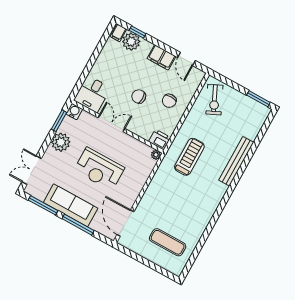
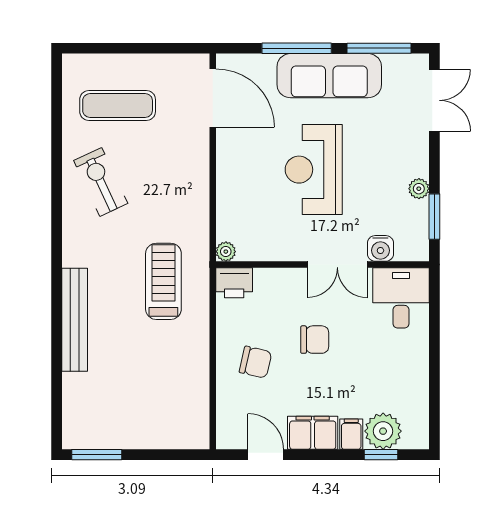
filing cabinet: (118, 33) -> (351, 434), moved
exercise bike: (214, 100) -> (101, 182), moved
chair: (169, 101) -> (255, 362), turned 103
water cooler: (74, 111) -> (380, 248), moved
plant: (61, 142) -> (419, 189), width x0.53, depth x0.53
treadmill: (189, 157) -> (163, 281), turned 180
reception desk: (99, 169) -> (314, 170), turned -90

